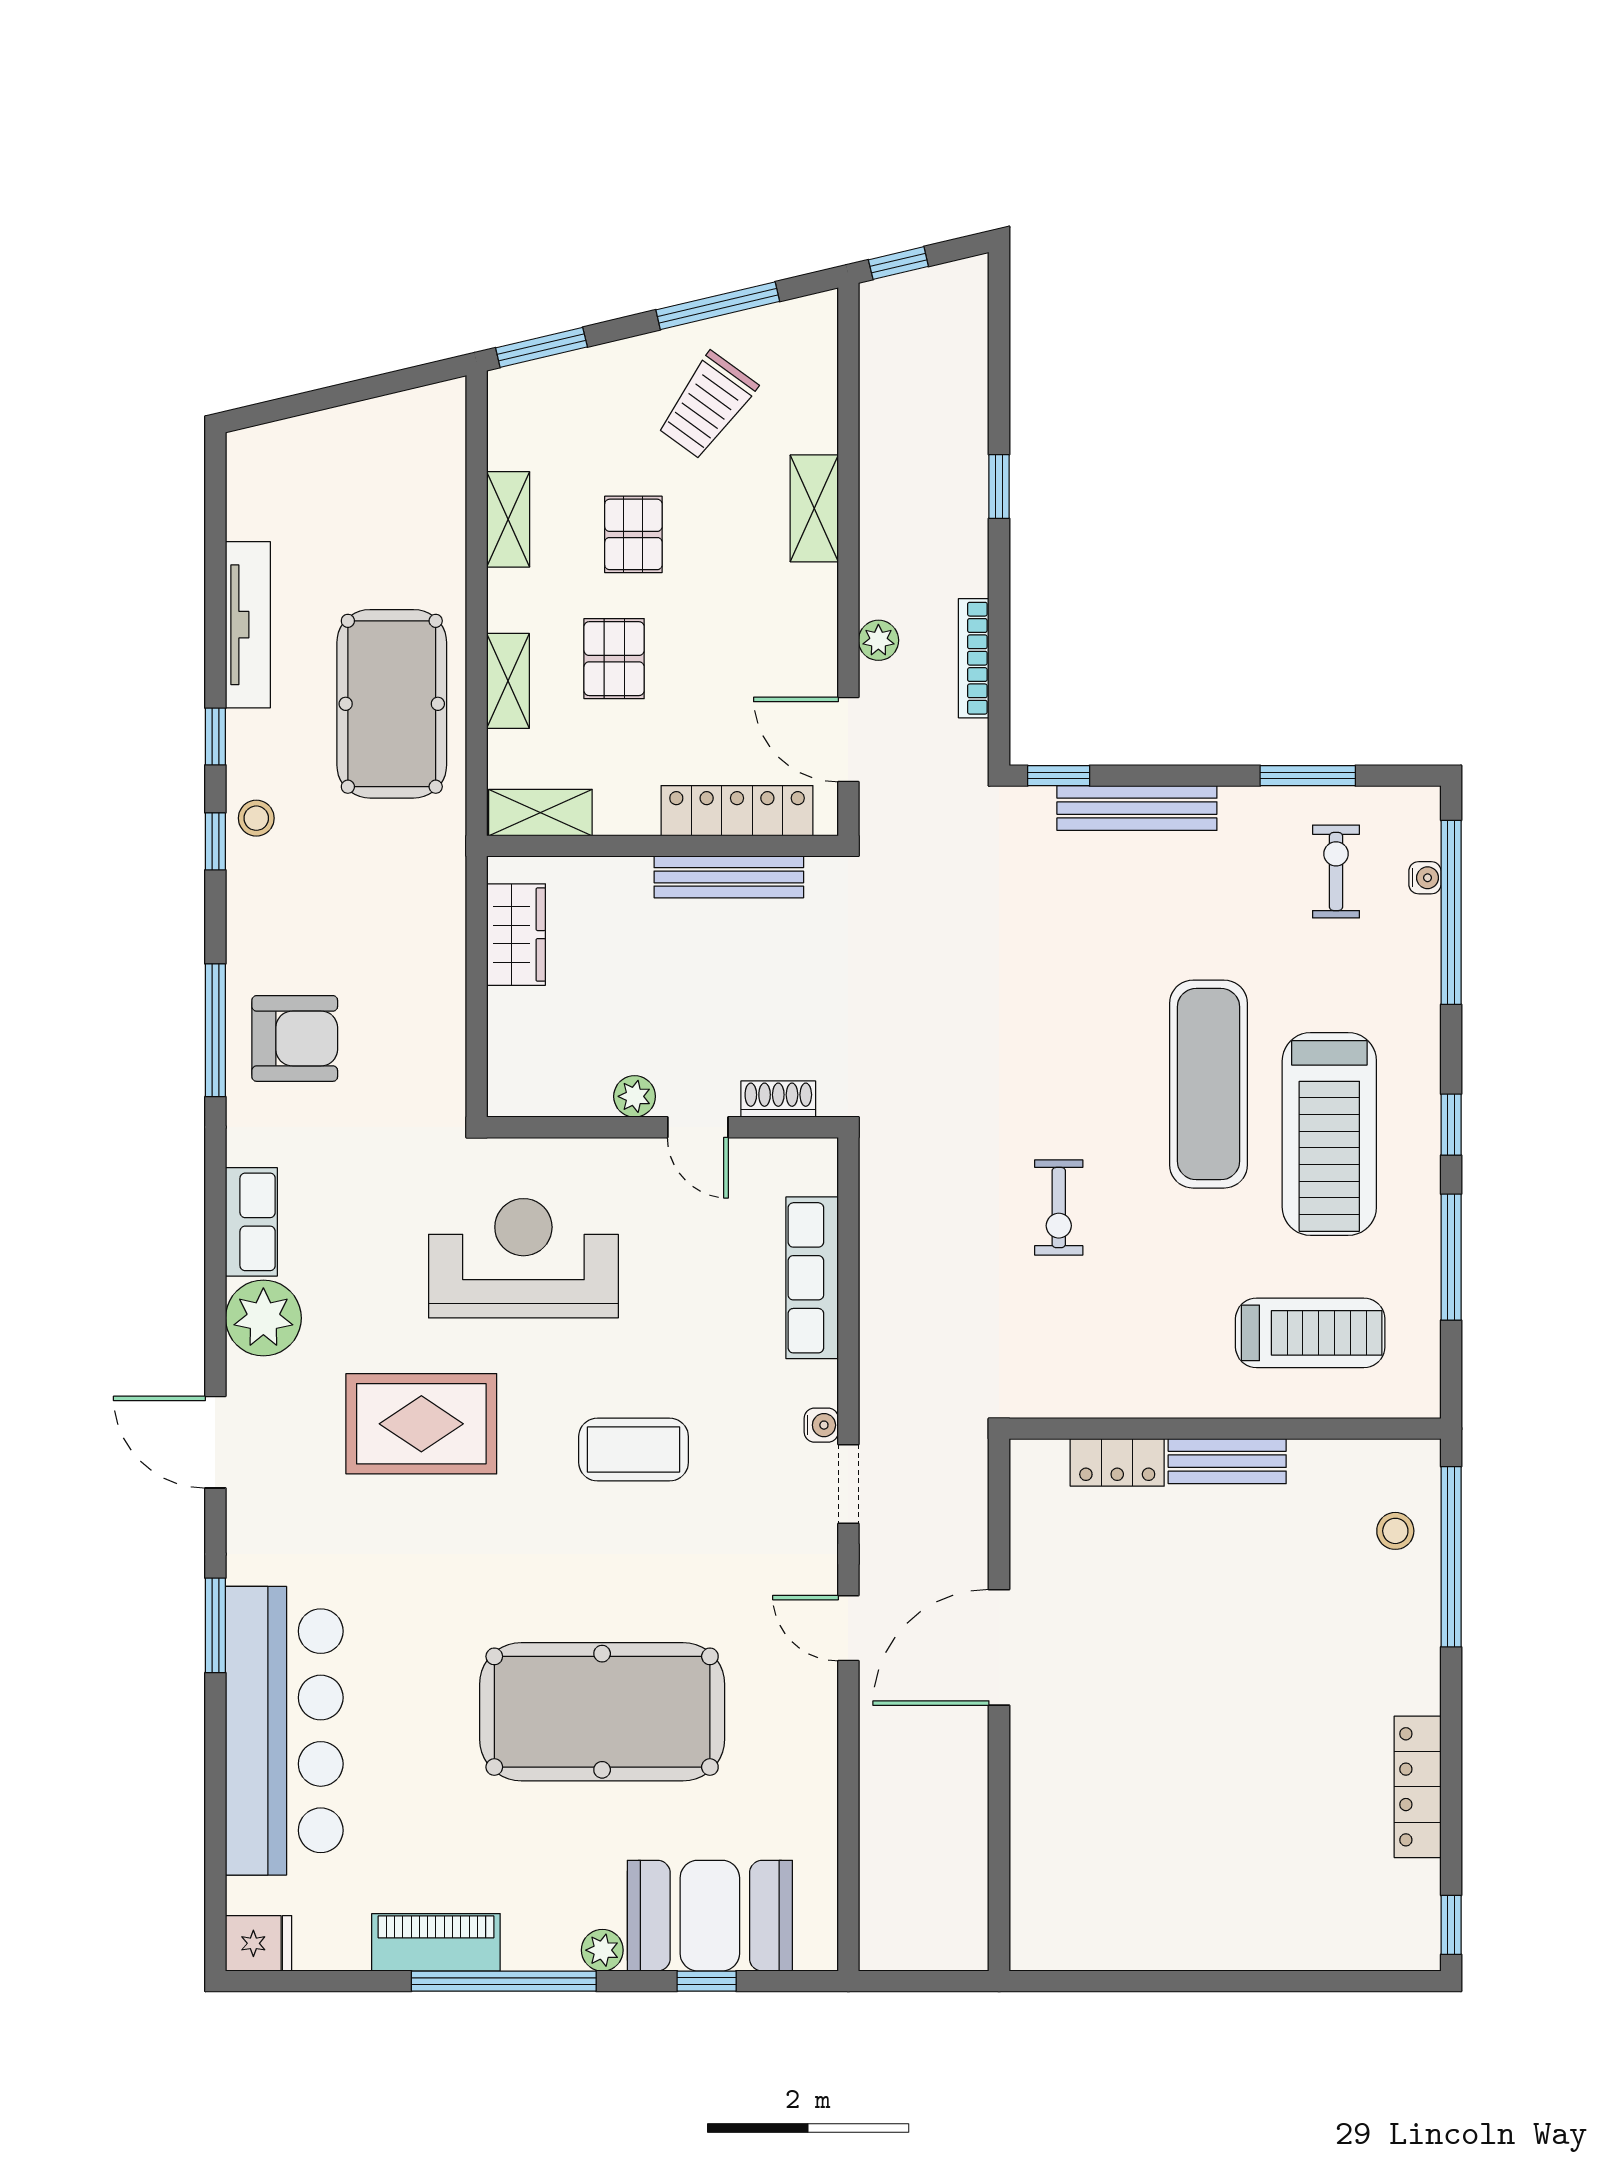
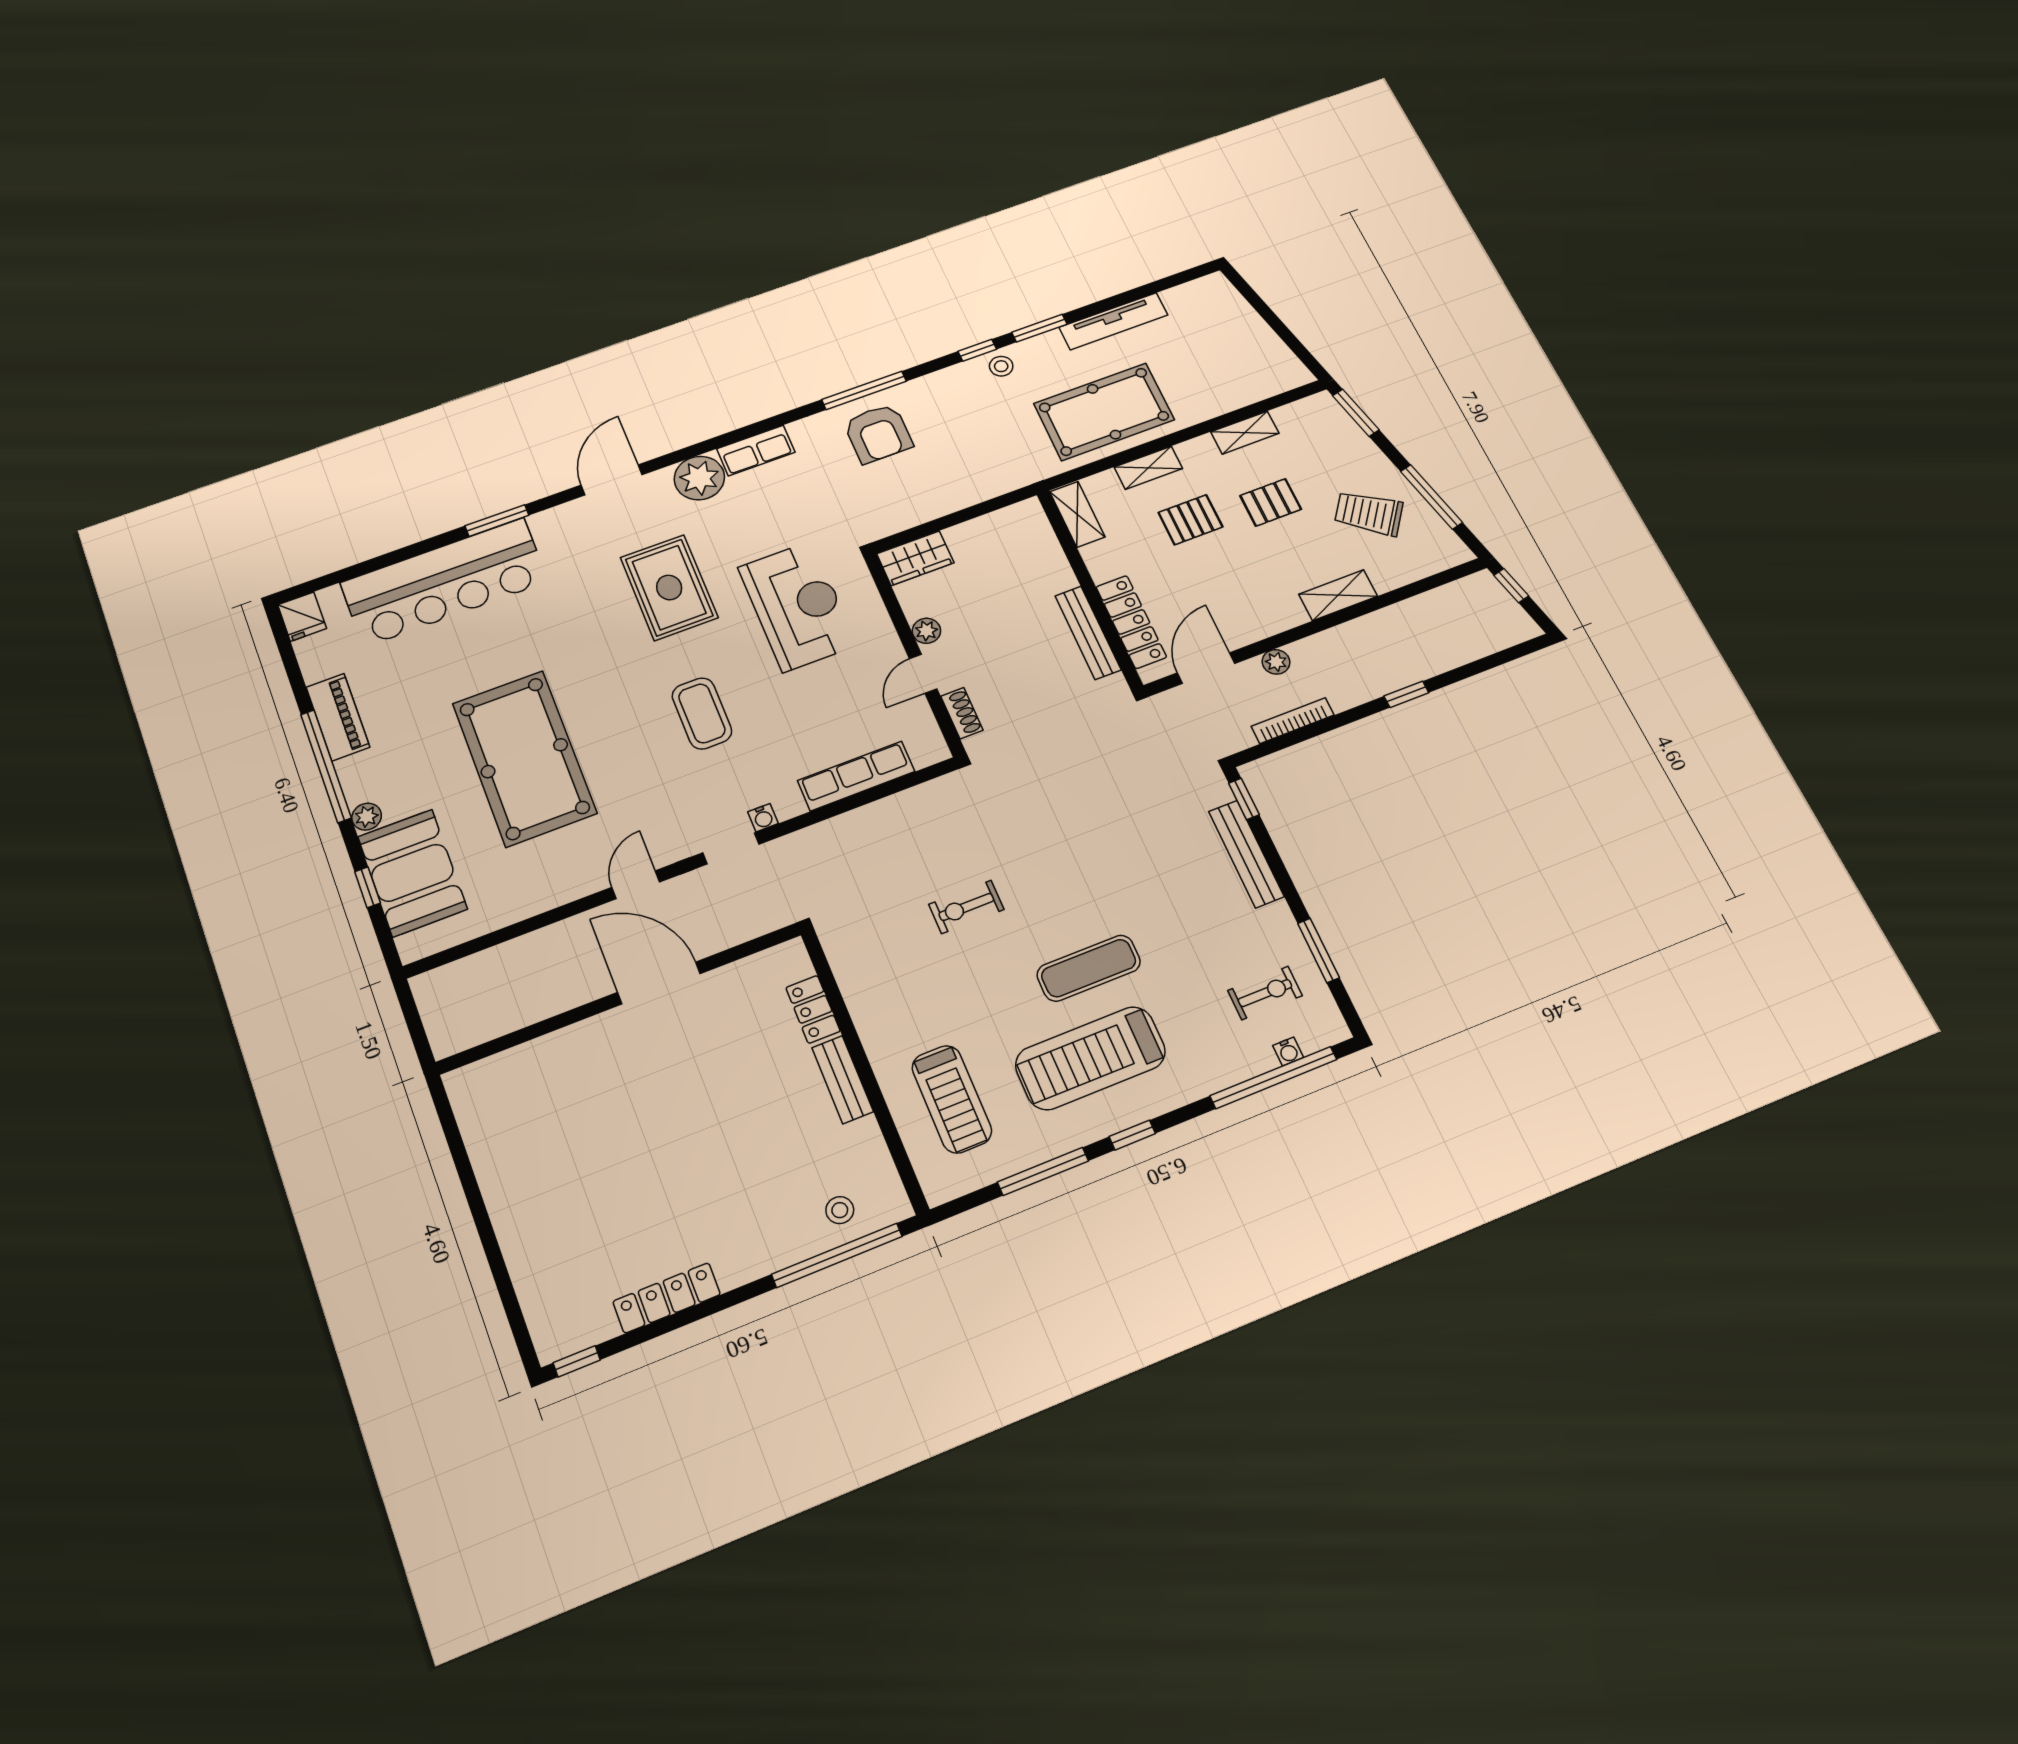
window: (215, 736) -> (1039, 328), width x1.50
wardrobe: (516, 935) -> (915, 558), moved
exercise mat: (1209, 1084) -> (1089, 968), width x0.73, depth x0.69

